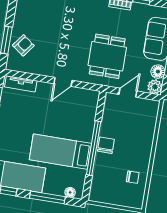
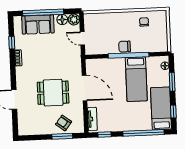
dining table: (107, 56) -> (53, 93), moved
door: (63, 82) -> (84, 88), width x1.88
window: (47, 197) -> (172, 82), width x0.69

